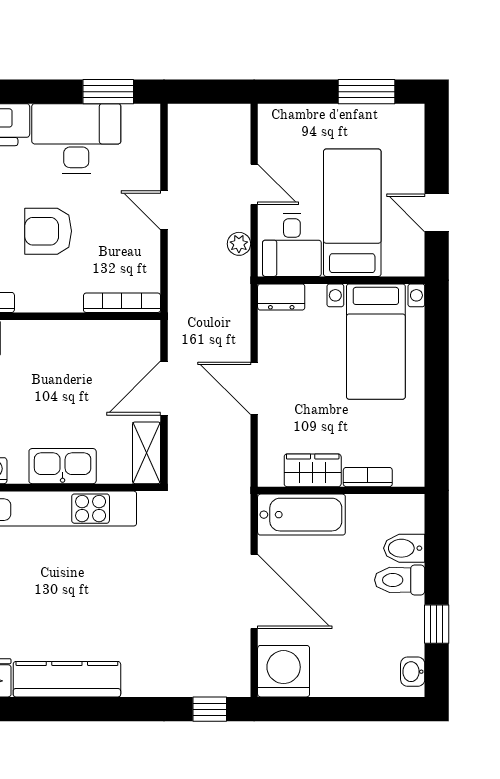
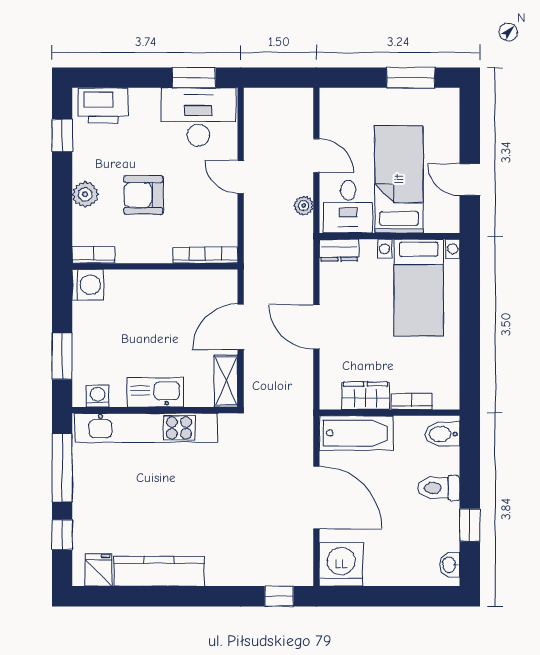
desk: (76, 138) -> (198, 117), moved
bidet: (404, 548) -> (442, 434), moved

